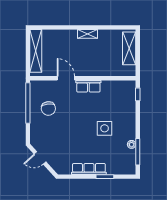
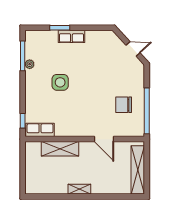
shelving: (129, 48) -> (60, 149), moved, turned 90
row of seats: (88, 86) -> (40, 130), moved
chair: (48, 108) -> (124, 105), turned -83
row of seats: (89, 169) -> (71, 36), width x0.68

